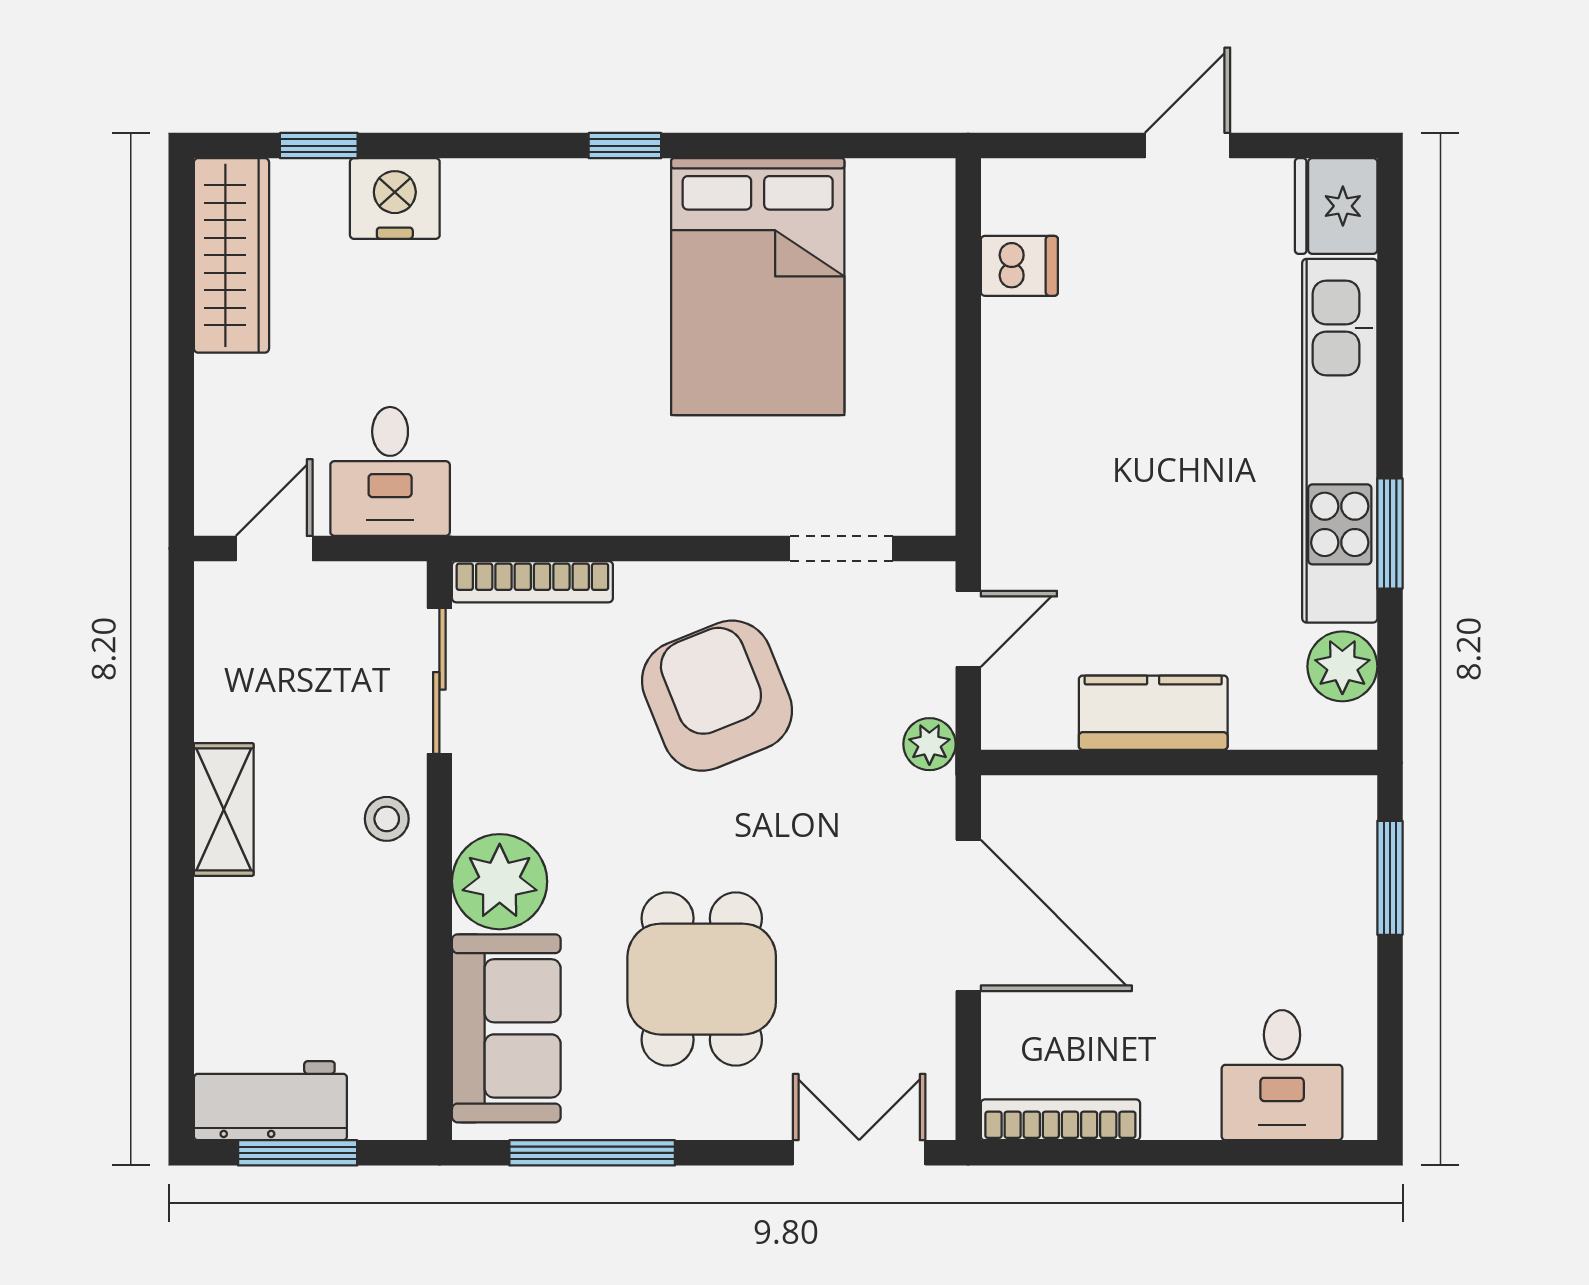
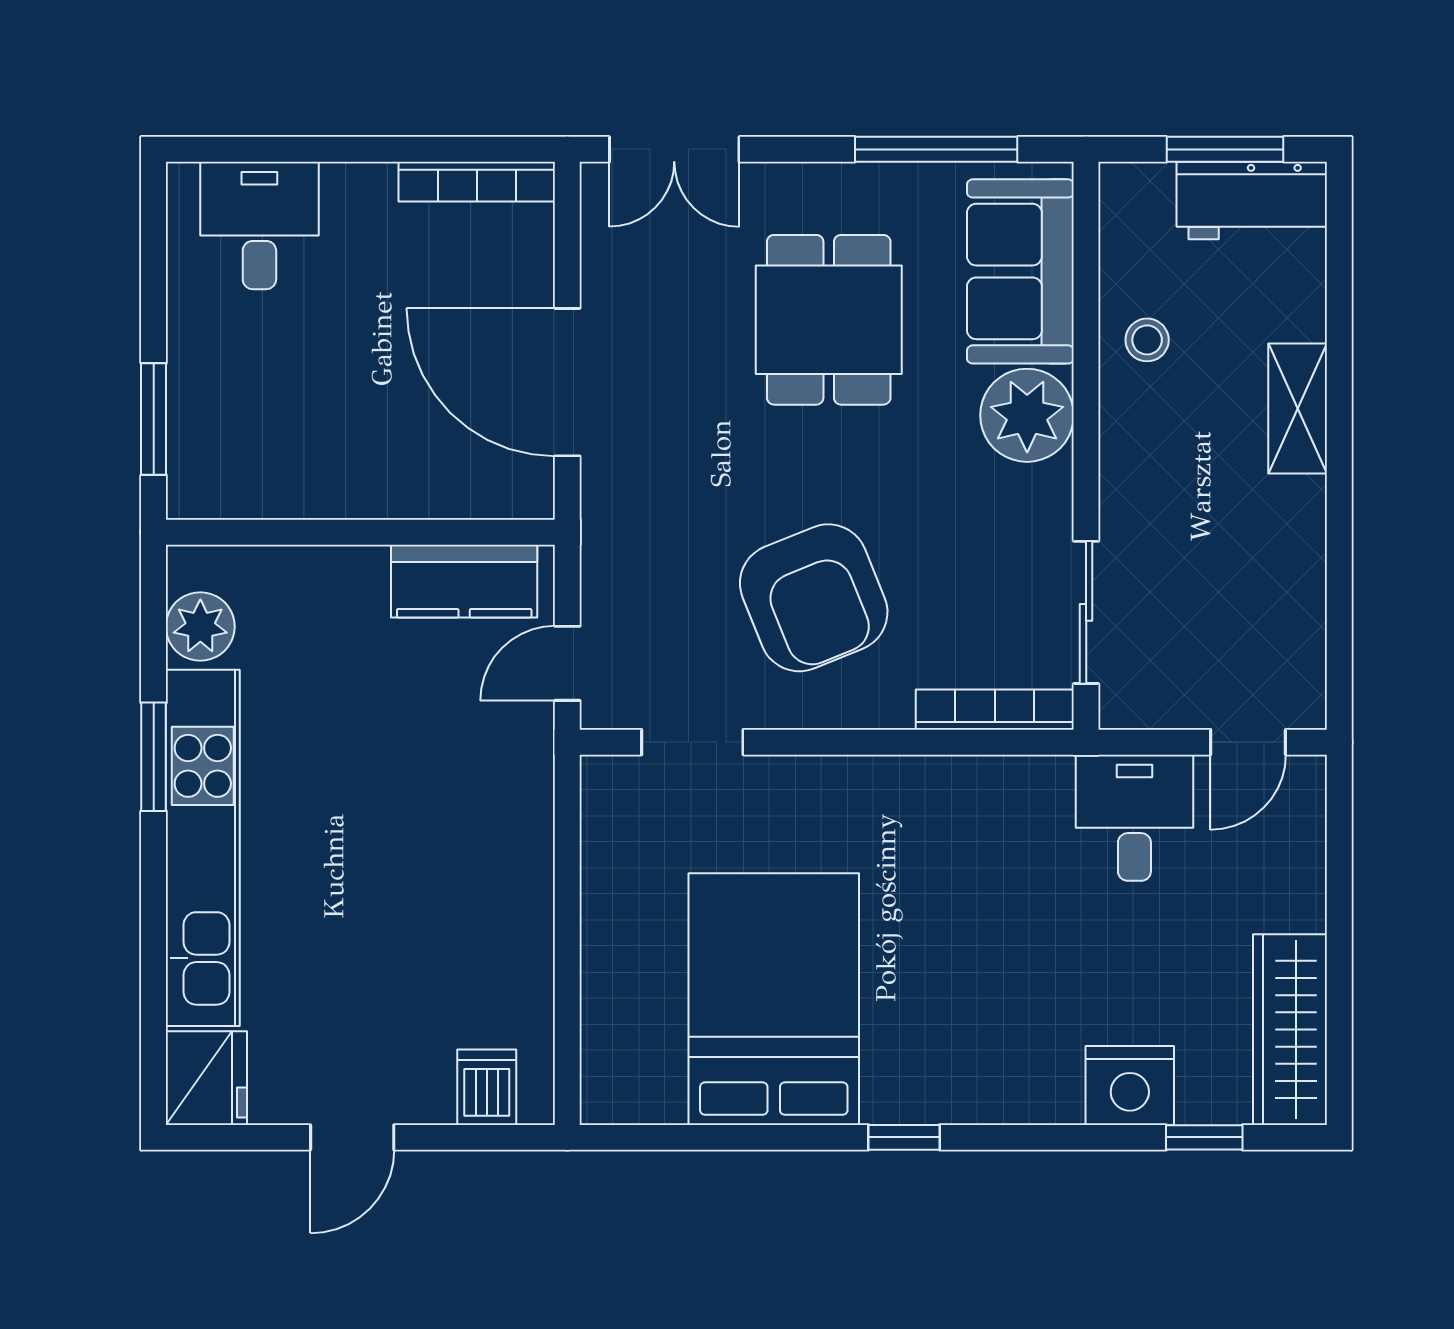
dishwasher: (1019, 266) -> (487, 1087), moved, turned 90
kitchen counter: (1153, 713) -> (464, 581), moved
plant: (929, 744) -> (605, 550), removed
shelving: (224, 809) -> (1298, 409), moved
stool: (387, 819) -> (1147, 340), moved

